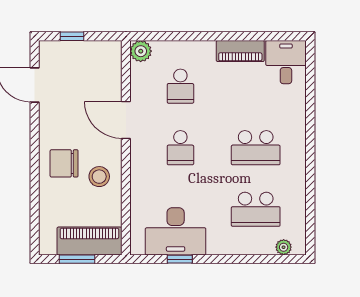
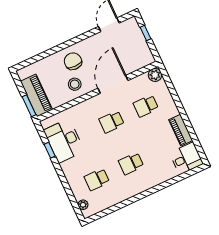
door: (126, 120) -> (113, 84), width x1.36
school desk: (256, 148) -> (131, 164), width x0.54
school desk: (256, 209) -> (97, 179), width x0.54
window: (77, 259) -> (29, 106), moved

